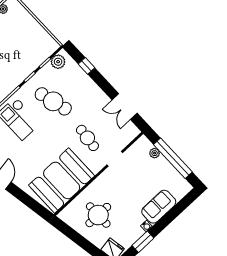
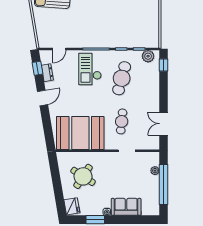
window: (86, 66) -> (163, 65), moved
cafe table: (53, 101) -> (122, 78), turned 30
round table: (98, 215) -> (83, 176), turned 33

